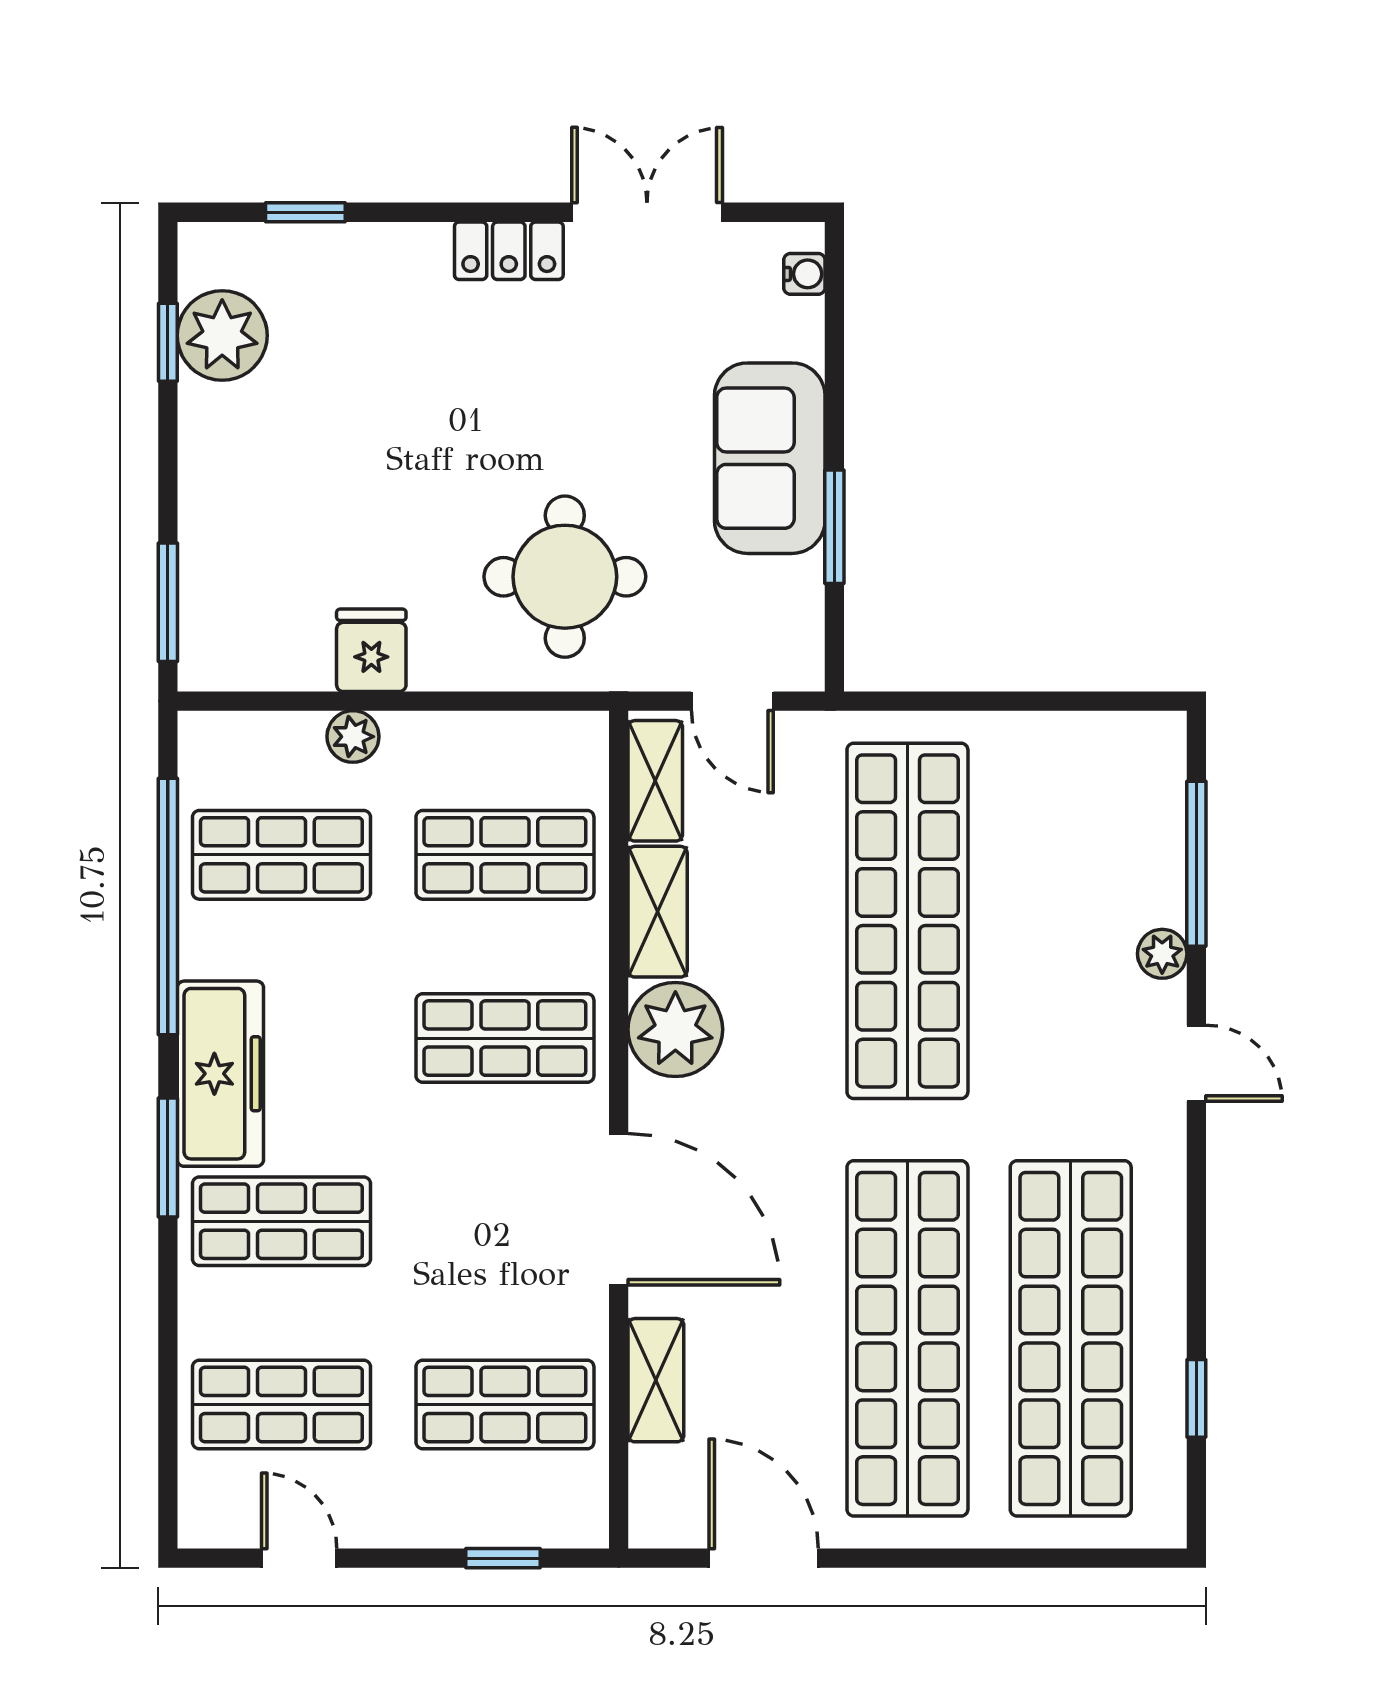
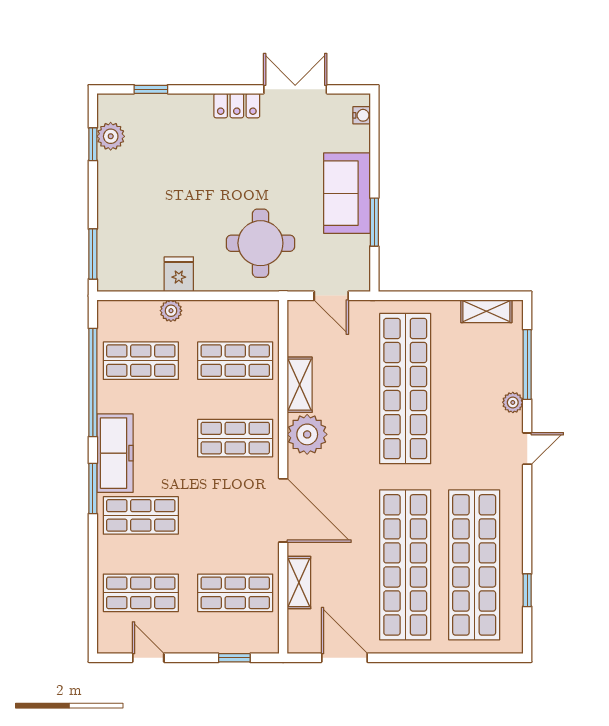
plant: (222, 335) -> (111, 136), width x0.73, depth x0.73
shelving: (655, 781) -> (486, 311), moved, turned 90
door: (1196, 1063) -> (527, 449), hinge flipped

